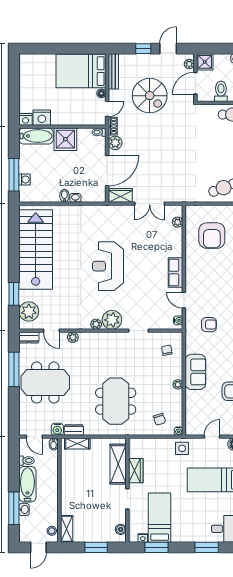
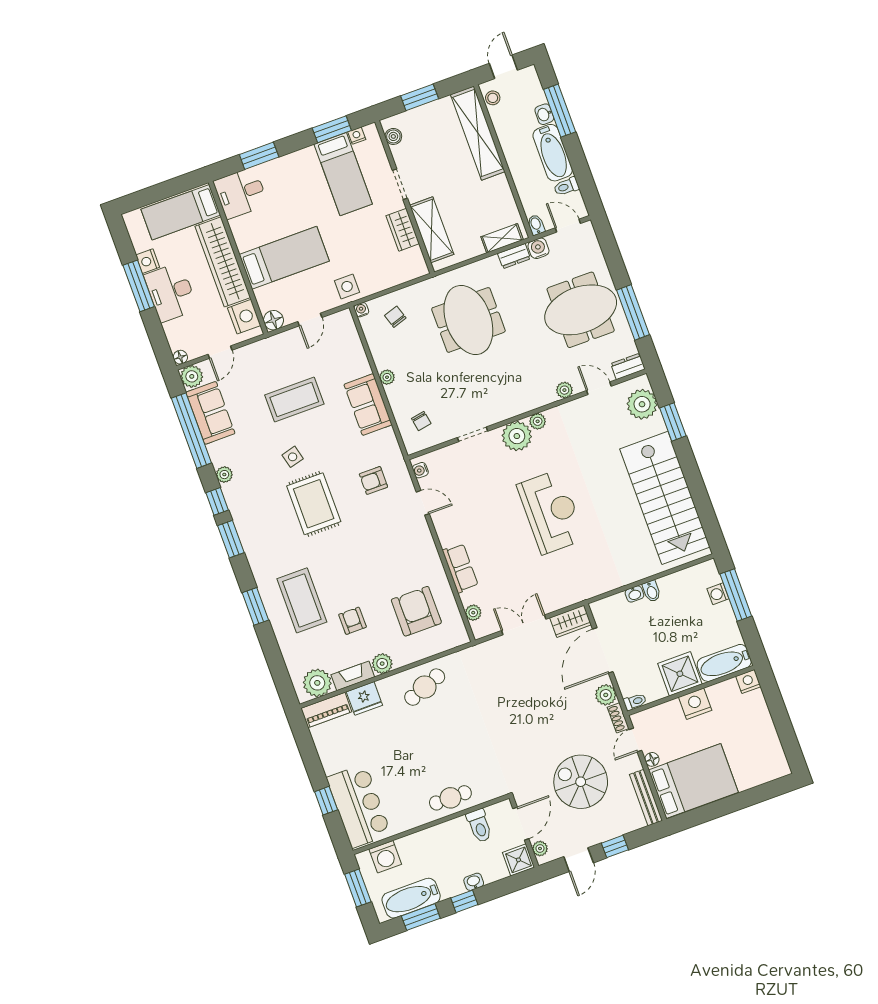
nightstand: (42, 118) -> (695, 704), moved
row of seats: (176, 272) -> (460, 568), moved
shelving: (67, 529) -> (478, 133), width x2.20, depth x1.33

